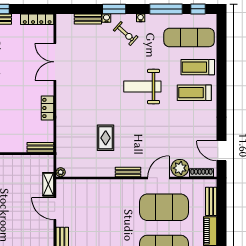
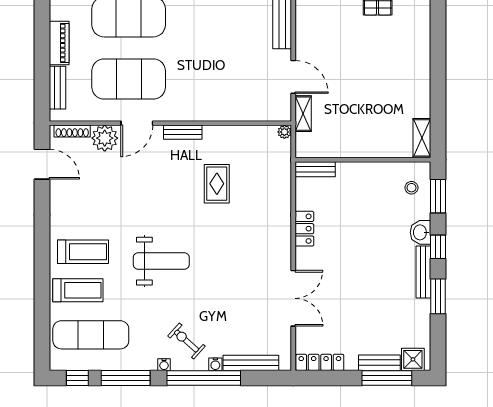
window: (114, 9) -> (204, 378), width x2.11
bench: (88, 19) -> (251, 363), width x1.36

